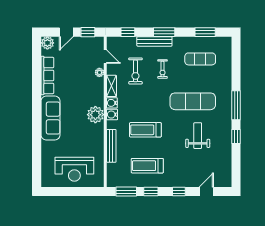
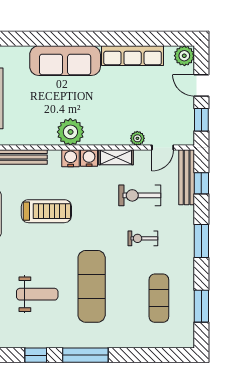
bench: (154, 41) -> (187, 177), moved
treadmill: (145, 130) -> (46, 211), turned 90

